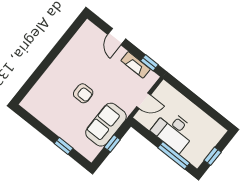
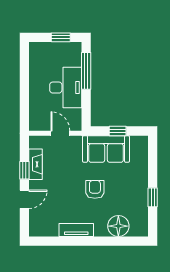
tv unit: (65, 56) -> (76, 230), added
window: (149, 63) -> (24, 170), moved
floor lamp: (43, 89) -> (118, 226), added
window: (64, 146) -> (153, 197), moved

